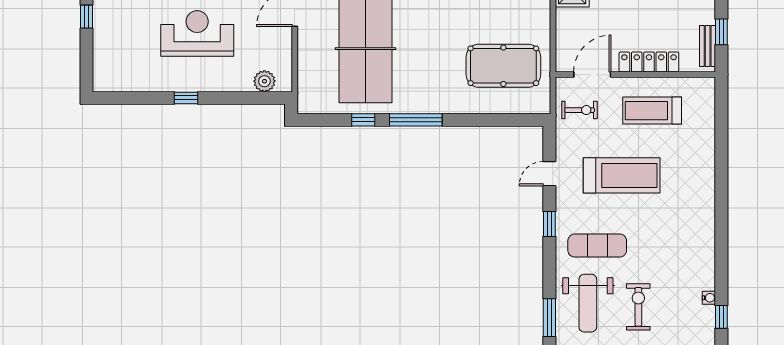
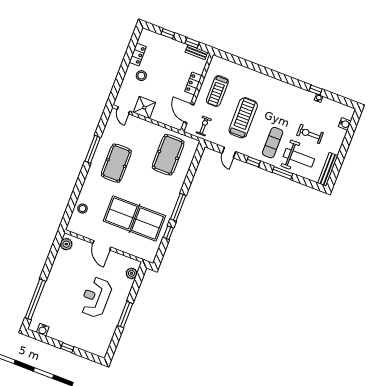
locker: (649, 62) -> (193, 84), width x0.66
window: (186, 98) -> (125, 315), width x2.17
window: (721, 317) -> (315, 90), moved
window: (549, 318) -> (282, 173), moved

